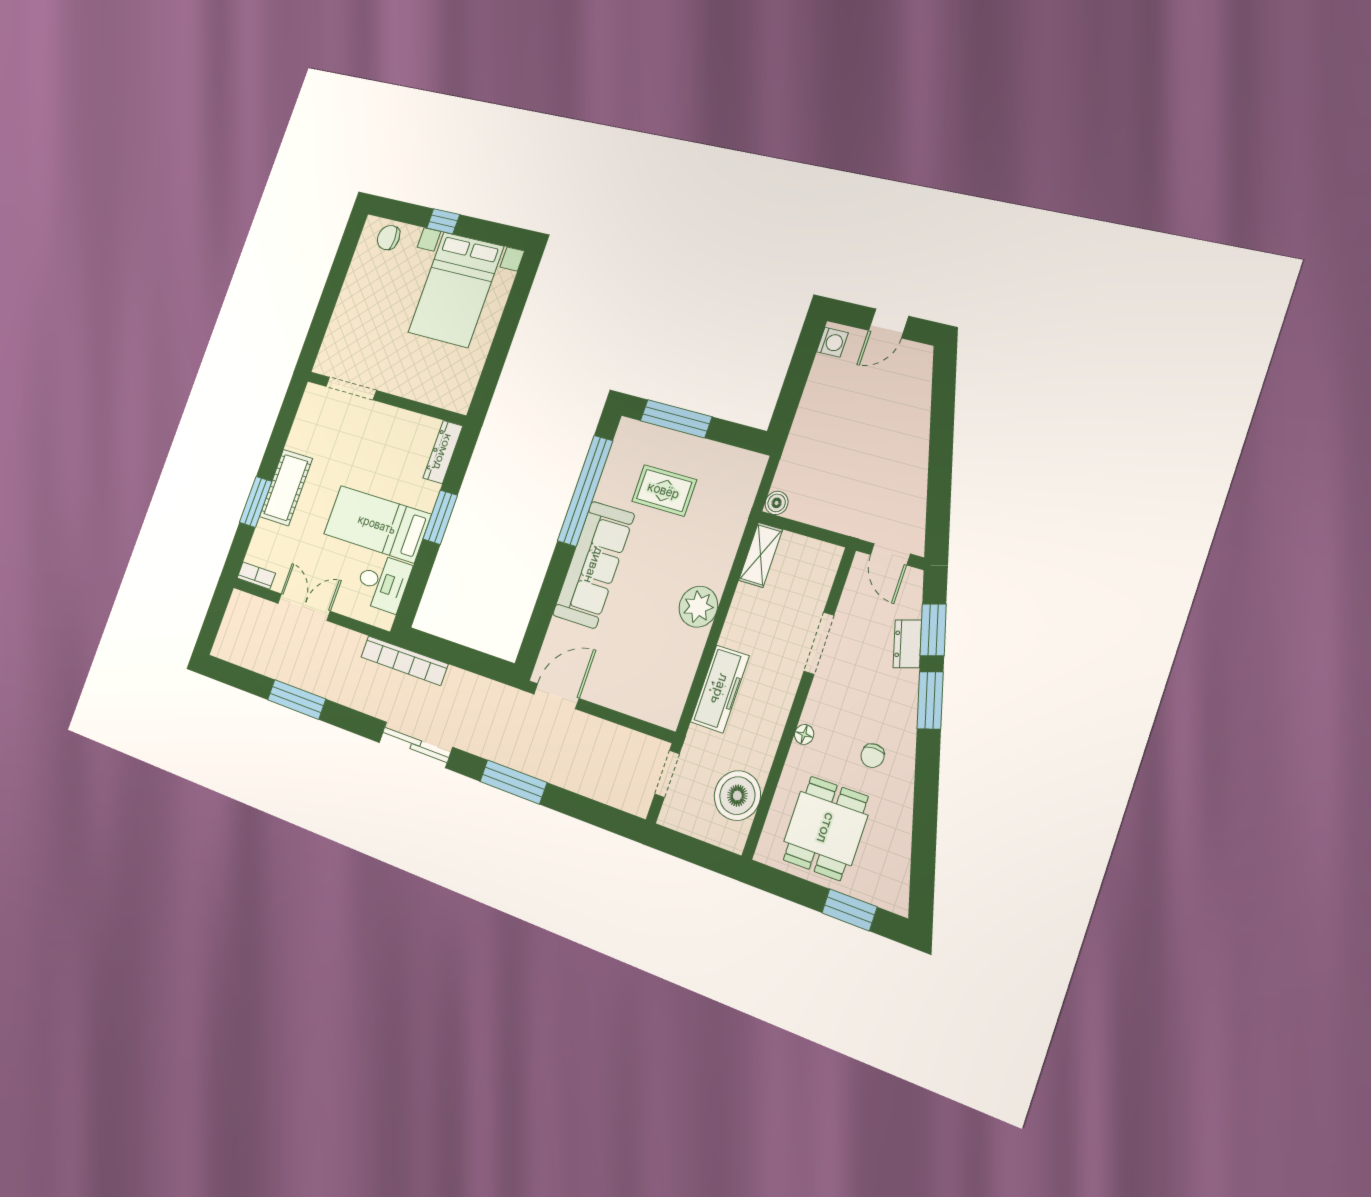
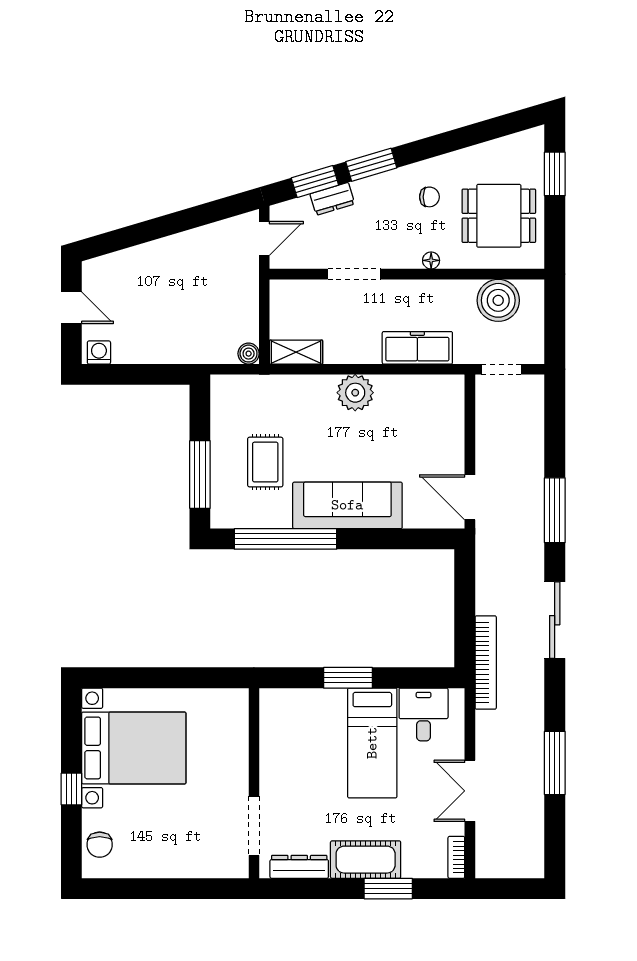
dresser: (443, 452) -> (299, 867), moved, turned 180

